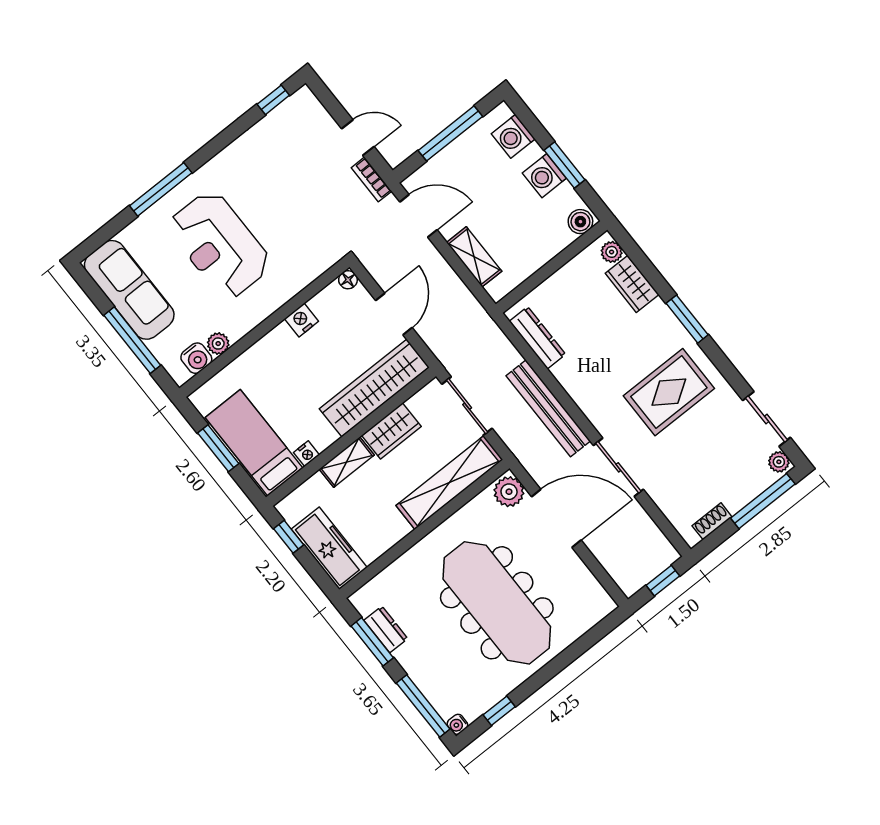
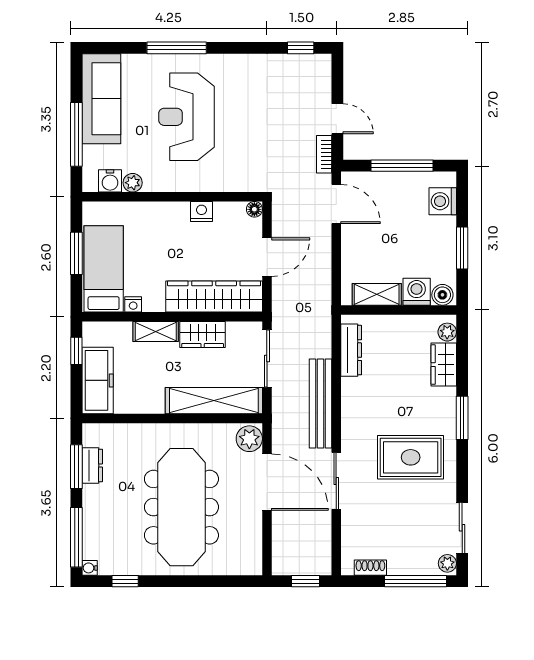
washing machine: (544, 176) -> (417, 292), moved, turned 90
shelving: (474, 257) -> (377, 294), moved, turned 90

